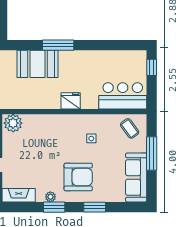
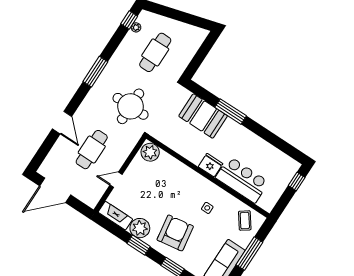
bar counter: (123, 96) -> (242, 180), moved
armchair: (78, 177) -> (175, 233), turned -99
plant: (50, 197) -> (140, 228), width x1.87, depth x1.87

